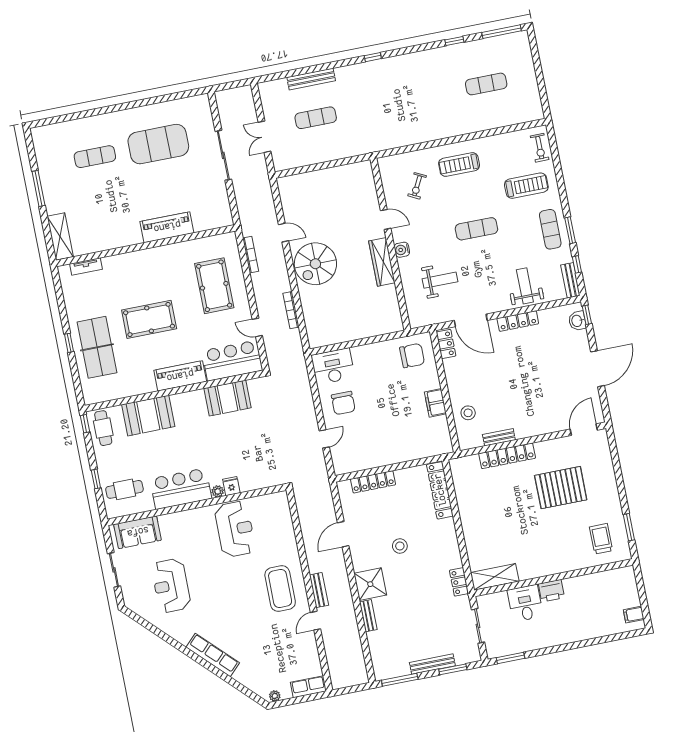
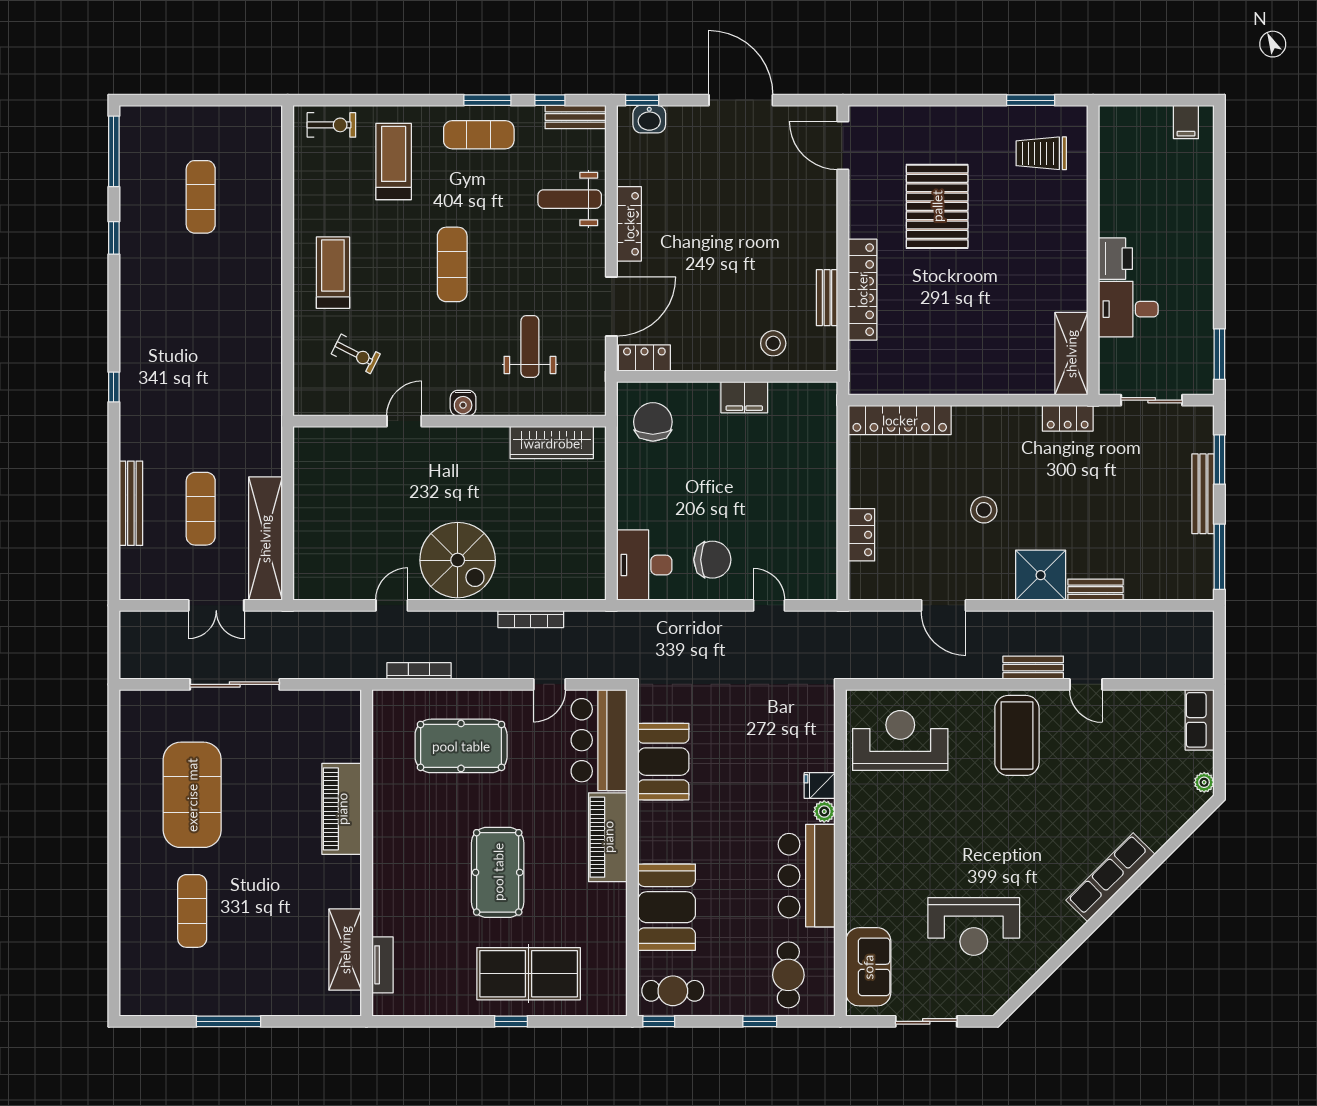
shelving: (306, 156) -> (265, 539), added
treadmill: (459, 164) -> (333, 273), turned 180
shelving: (60, 236) -> (345, 950), moved, turned 90
wardrobe: (382, 262) -> (552, 443), moved
locker: (373, 482) -> (861, 535), width x0.66
reception desk: (235, 529) -> (900, 741), moved
coffee table: (280, 589) -> (1017, 735), turned 90

